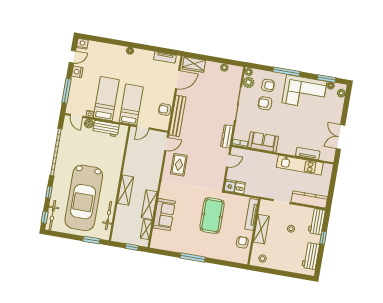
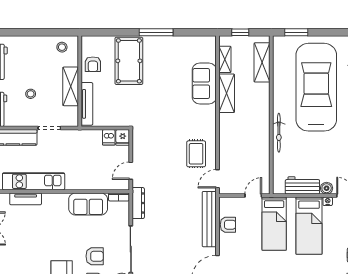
shelving: (125, 190) -> (262, 62), moved
bicycle: (109, 216) -> (279, 133), moved
pool table: (212, 216) -> (129, 61), moved

